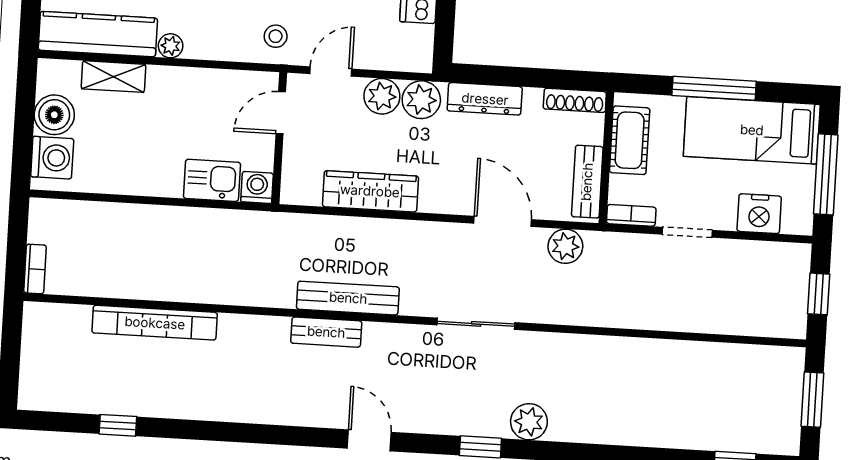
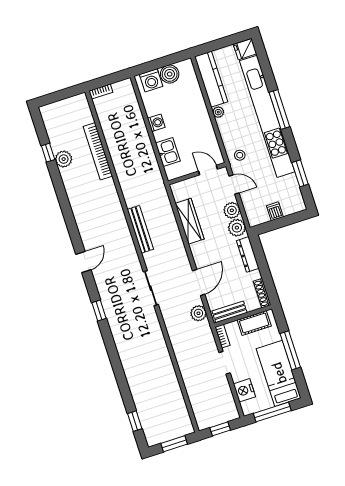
shelving: (113, 77) -> (196, 93), removed
washing machine: (257, 187) -> (156, 123), moved
bench: (326, 332) -> (122, 226), removed
plant: (529, 422) -> (64, 159), moved

